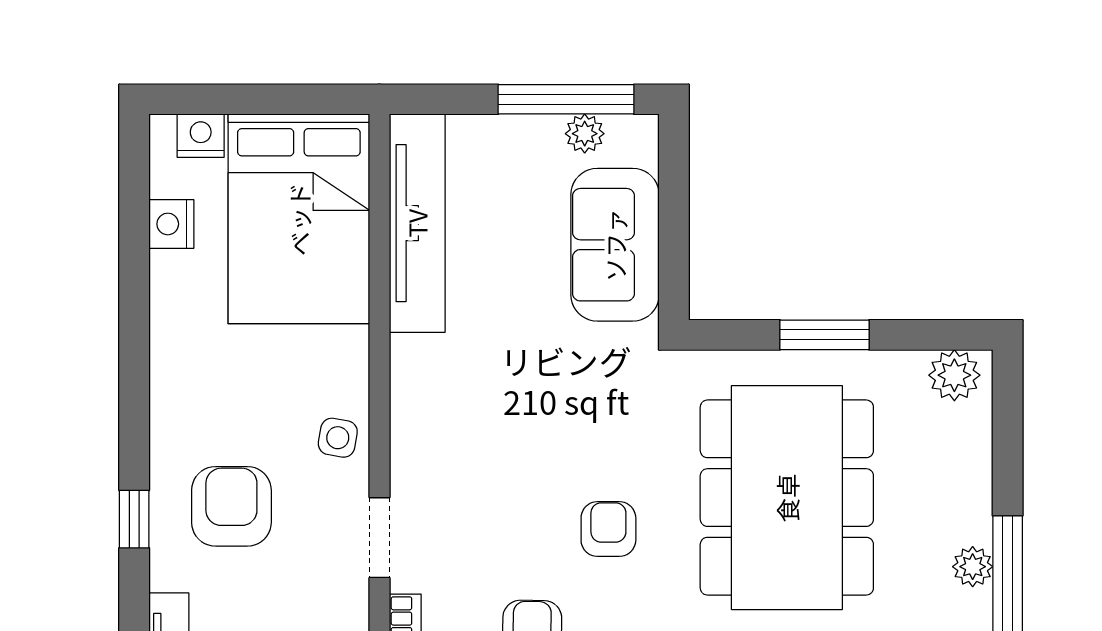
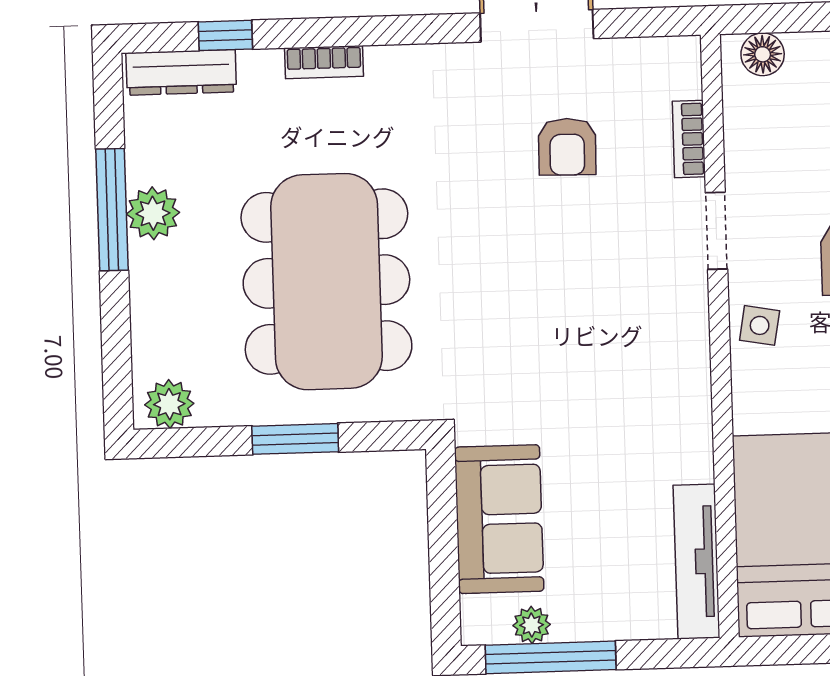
tv unit: (417, 223) -> (697, 562), width x0.73, depth x0.78
armchair: (608, 529) -> (497, 246), removed
plant: (973, 567) -> (153, 213), width x1.38, depth x1.38

